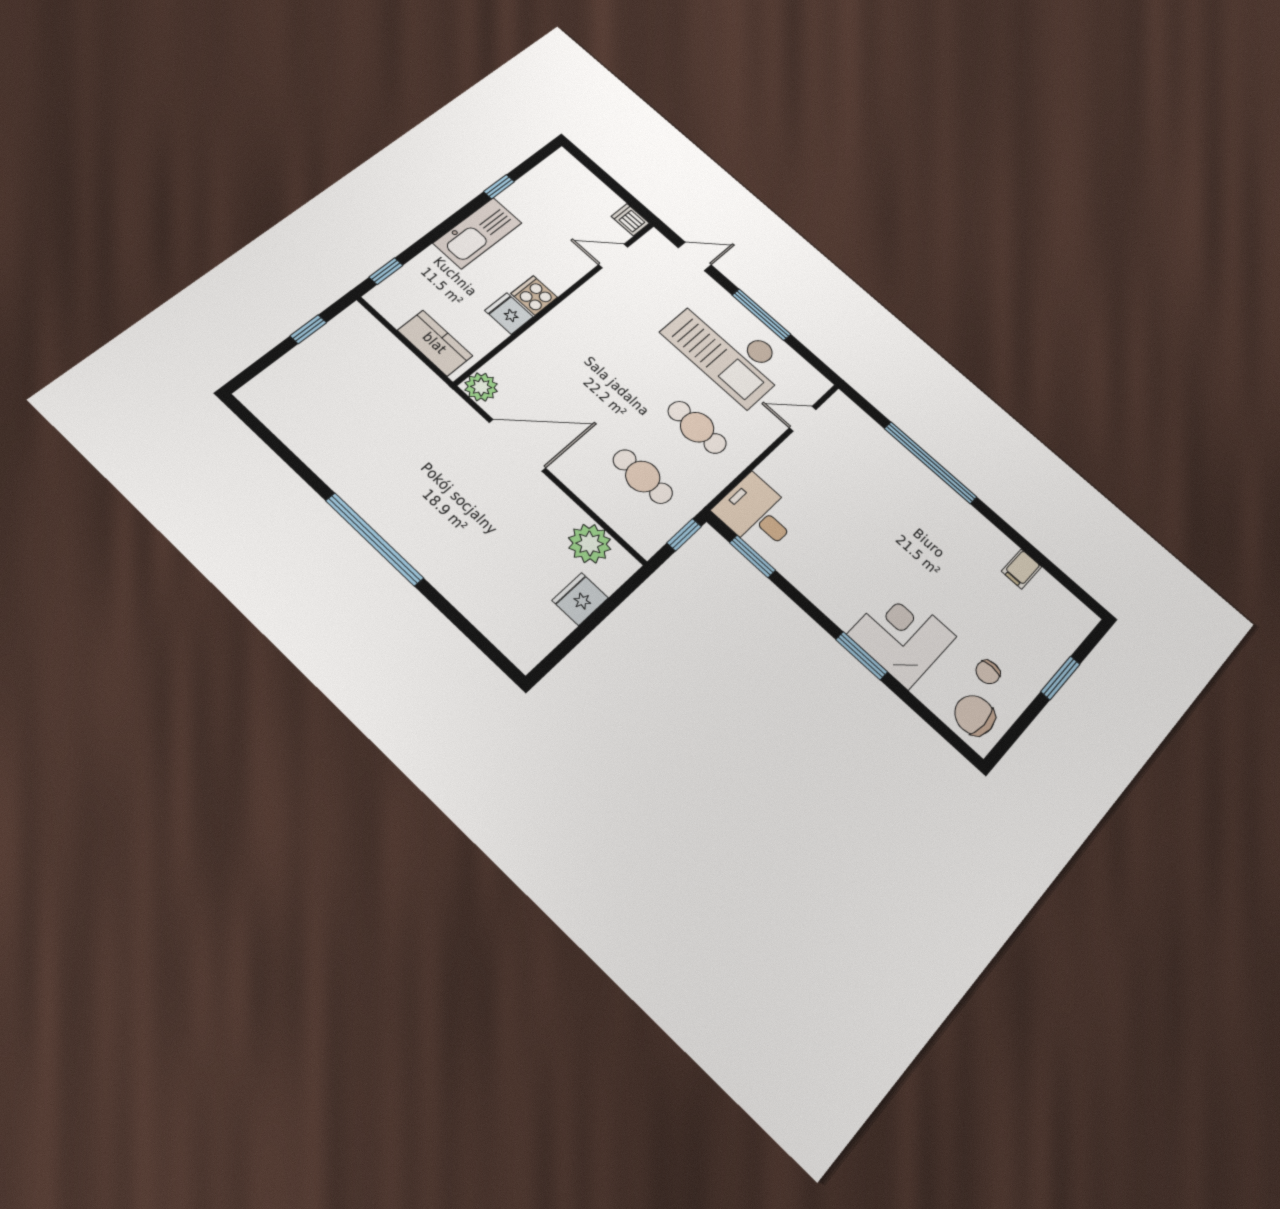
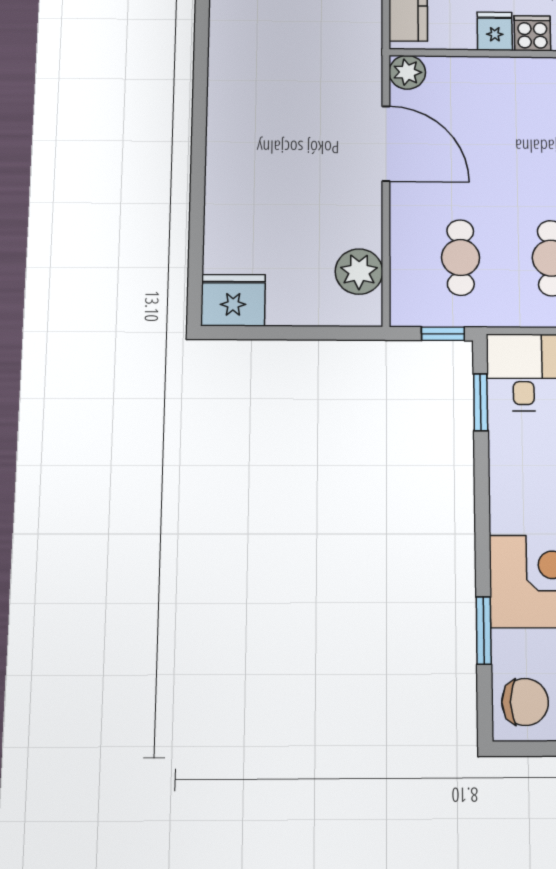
window: (374, 539) -> (199, 120), removed
fridge: (580, 599) -> (233, 300), moved, width x1.36, depth x1.34
window: (862, 656) -> (484, 630), moved
chair: (975, 715) -> (525, 702), turned 90

